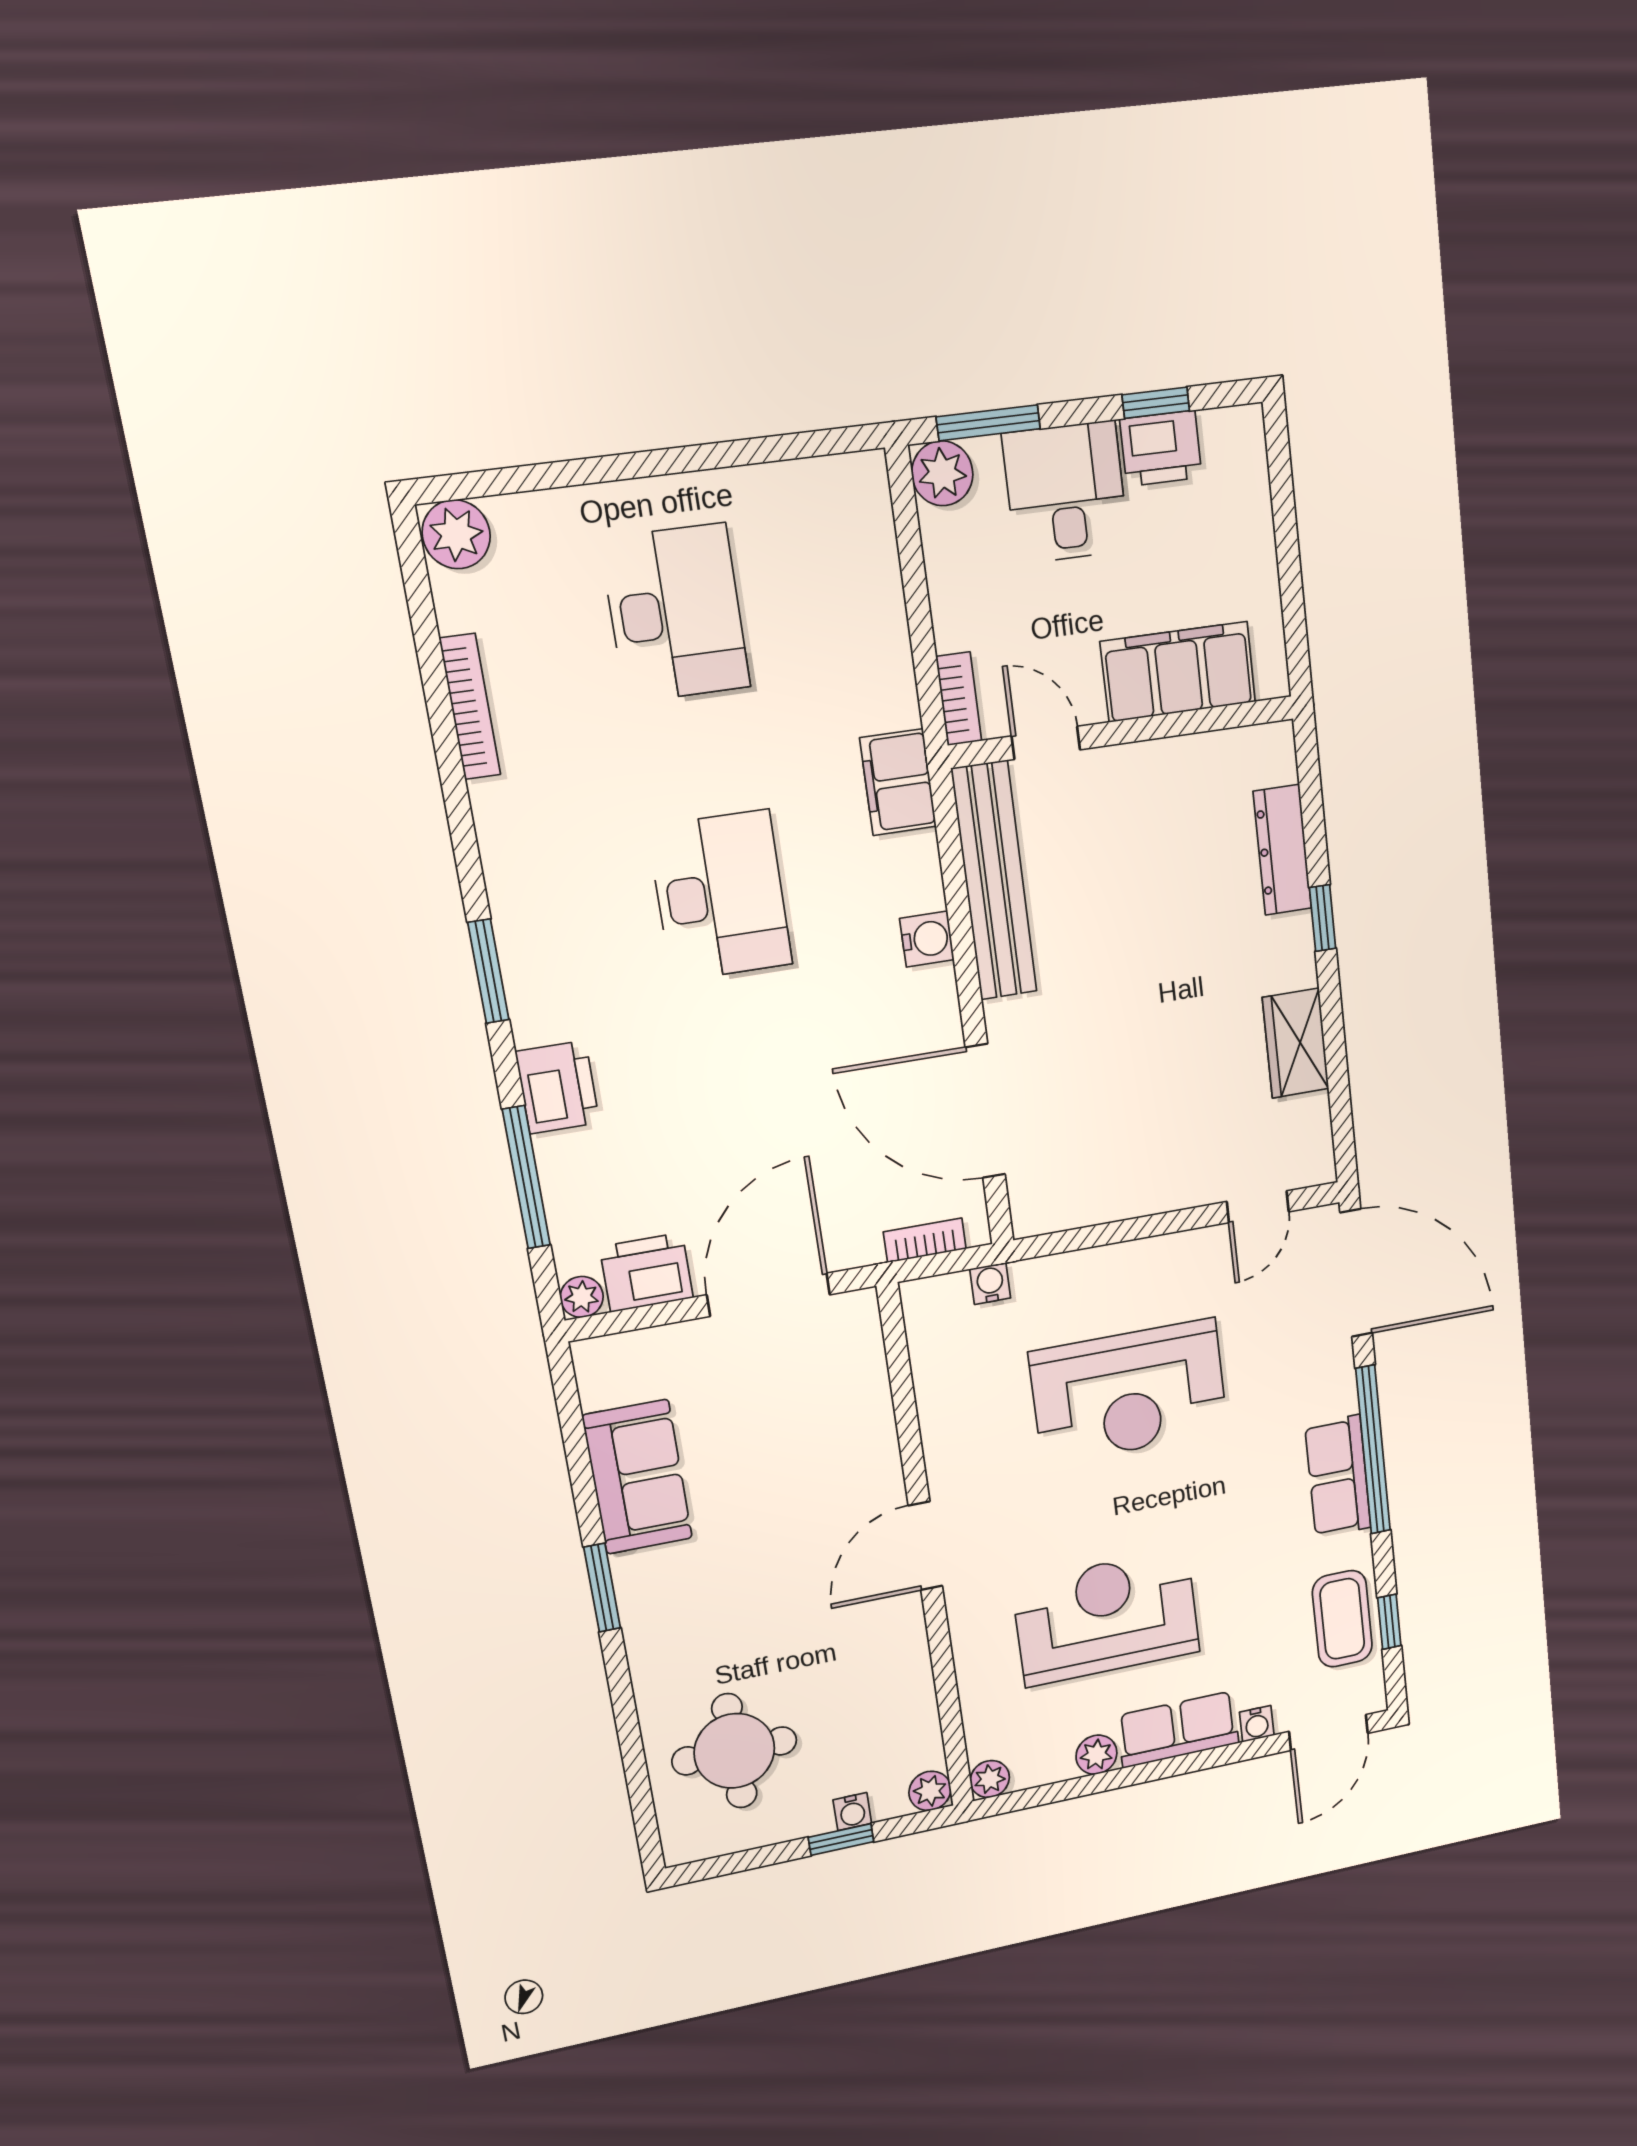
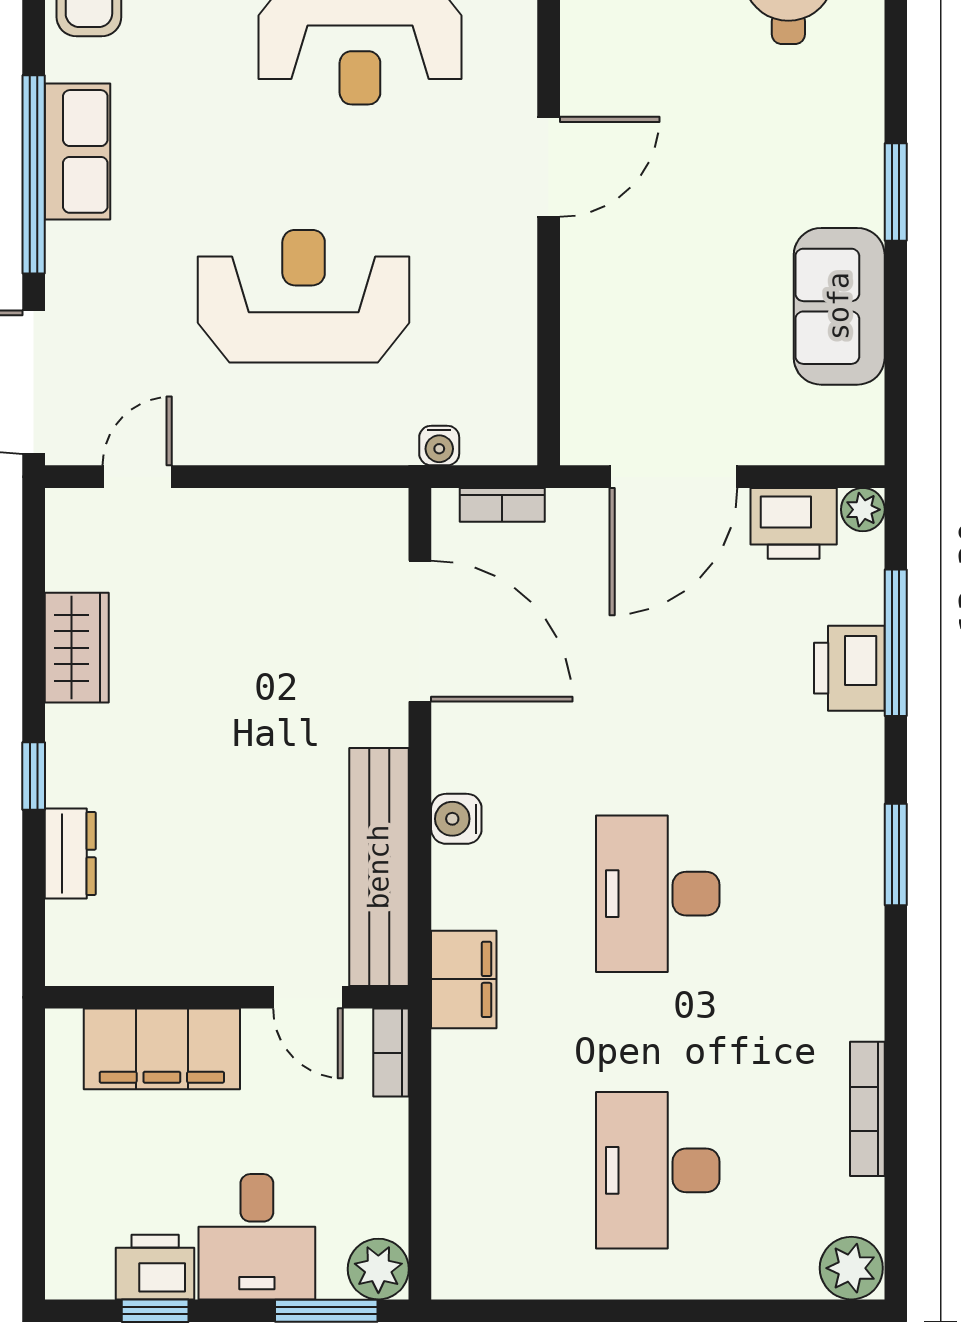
dresser: (1282, 850) -> (70, 854), width x0.70
printer: (558, 1087) -> (849, 668), moved

